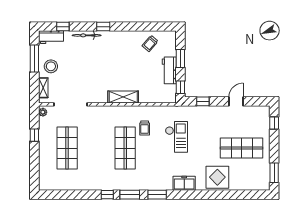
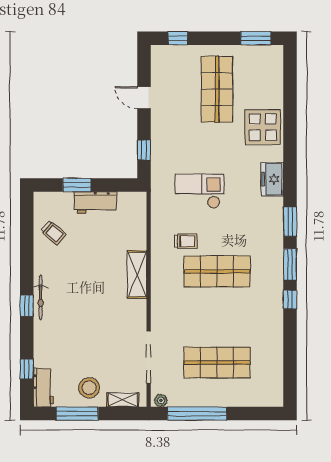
bicycle: (87, 35) -> (41, 297), moved
window: (180, 87) -> (122, 185), removed
window: (34, 135) -> (197, 414), width x3.17

